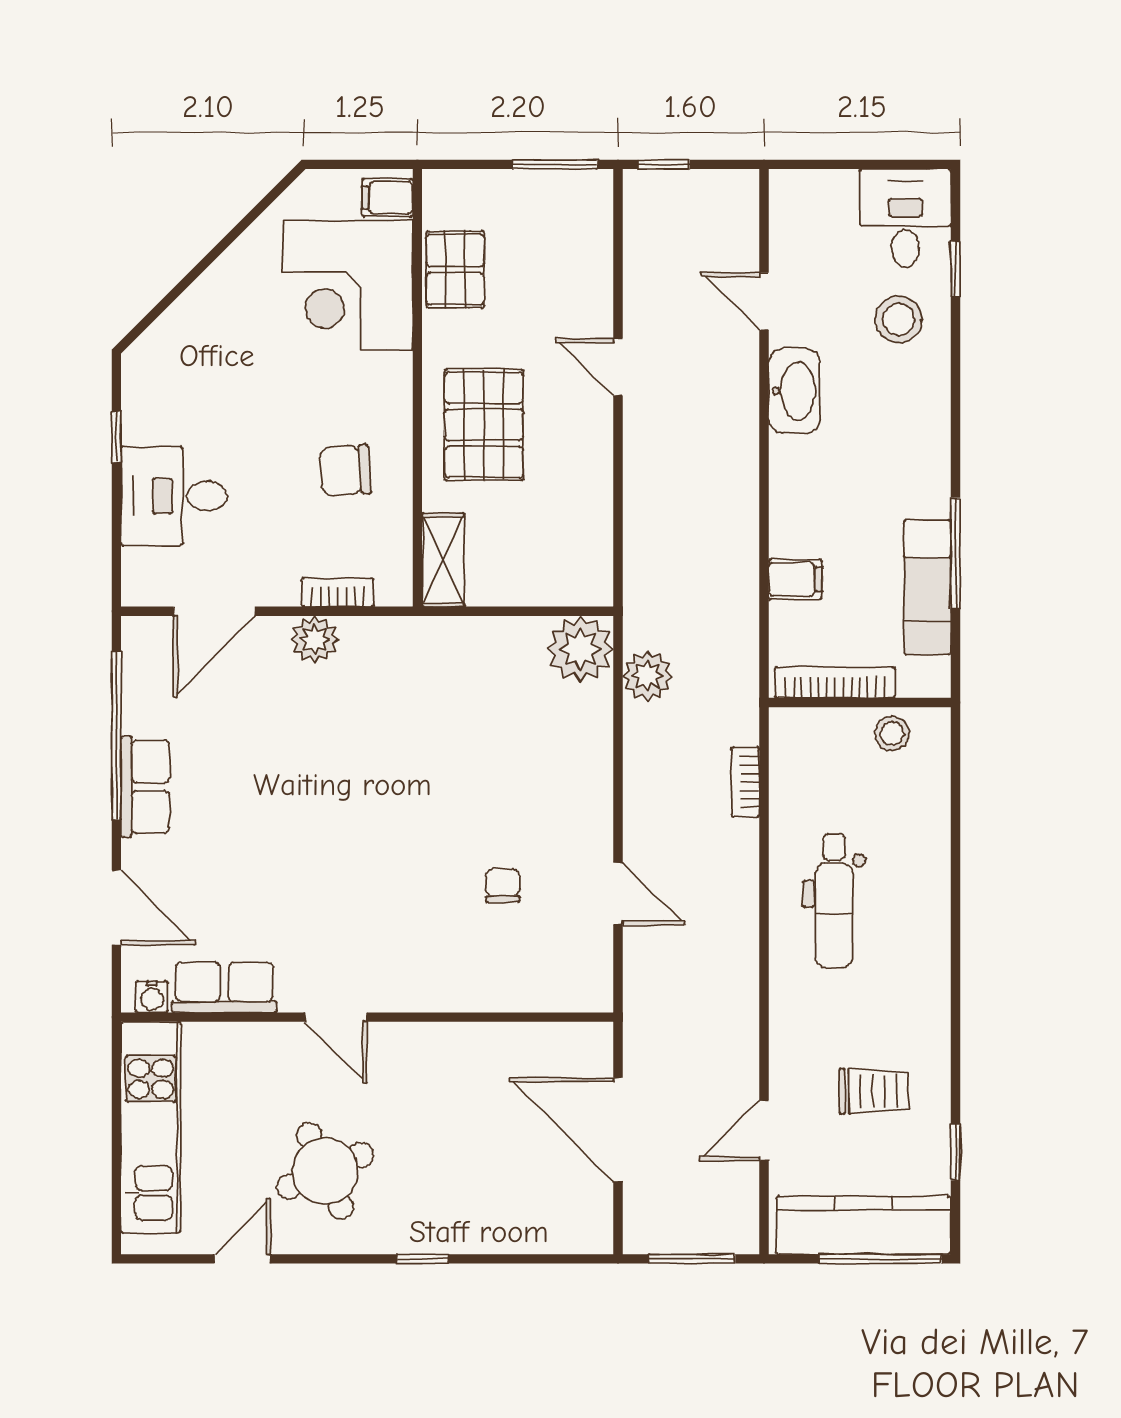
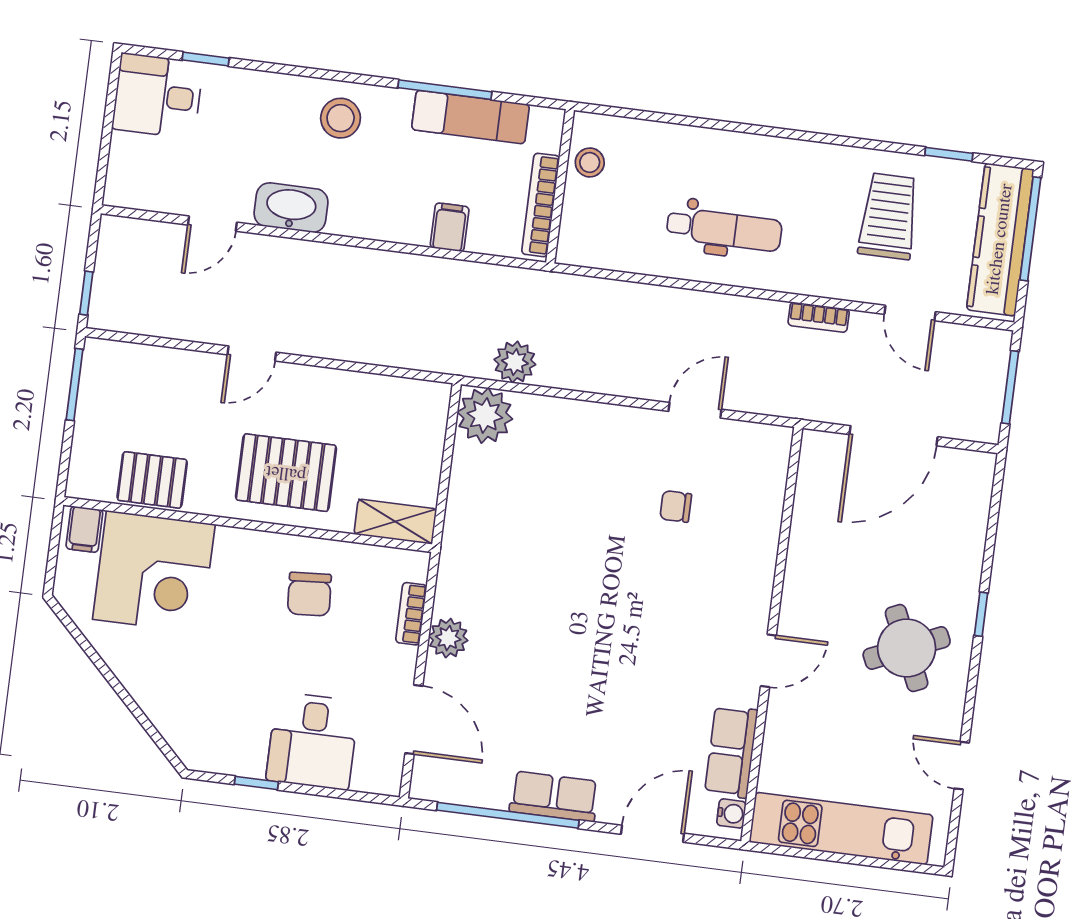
stool: (899, 319) -> (341, 118), moved
bookcase: (745, 782) -> (819, 317), moved
trolley: (874, 1091) -> (889, 216), width x1.36, depth x1.39
round table: (325, 1171) -> (907, 648), moved

